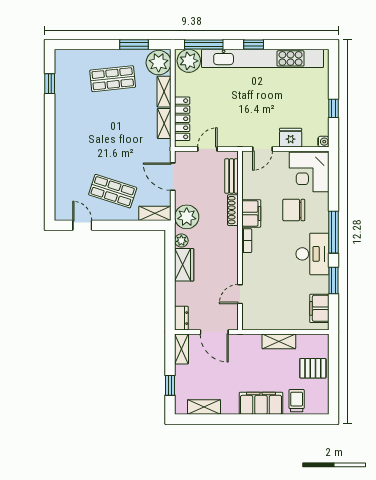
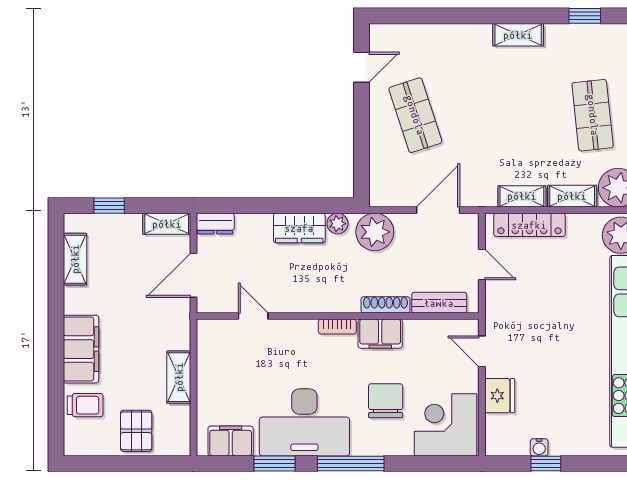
water cooler: (323, 142) -> (539, 447), moved
shop shelf: (113, 191) -> (415, 115), turned -36
shelving: (155, 213) -> (518, 35), moved, turned 90
desk: (312, 254) -> (304, 422), width x1.36, depth x1.30

